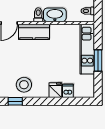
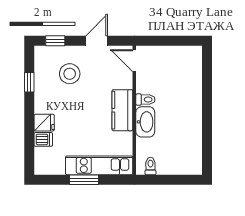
kitchen counter: (34, 32) -> (122, 110), moved
stool: (24, 85) -> (70, 74), moved
window: (15, 101) -> (29, 82), moved

